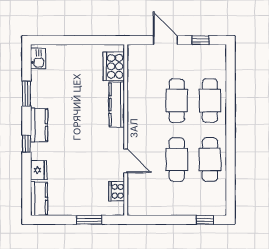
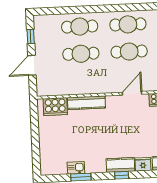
kitchen sink: (38, 58) -> (76, 168), moved
kitchen counter: (39, 125) -> (120, 165), moved

